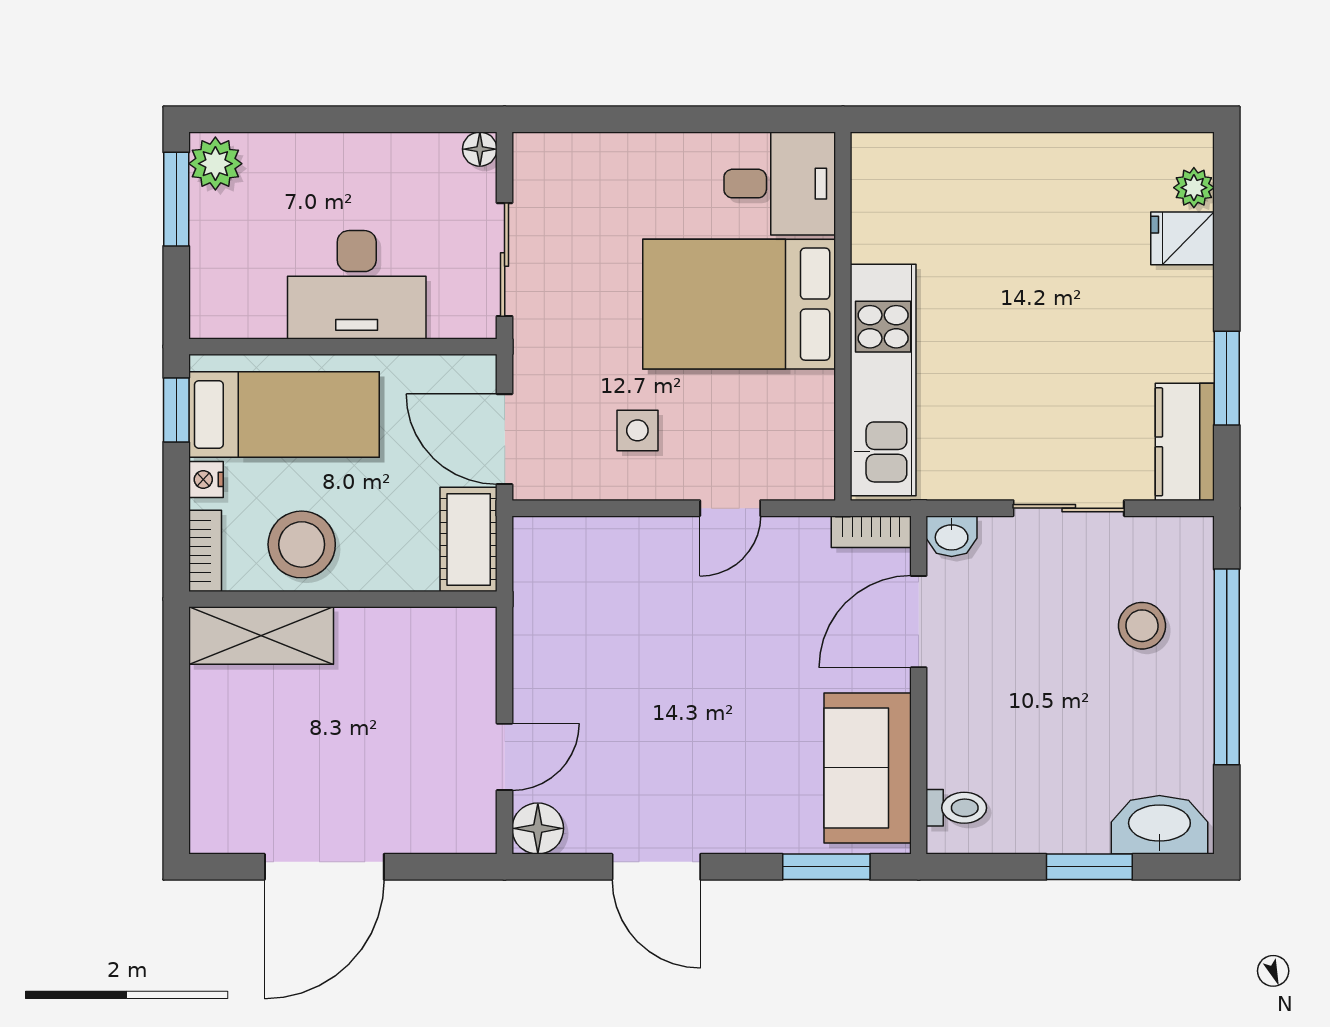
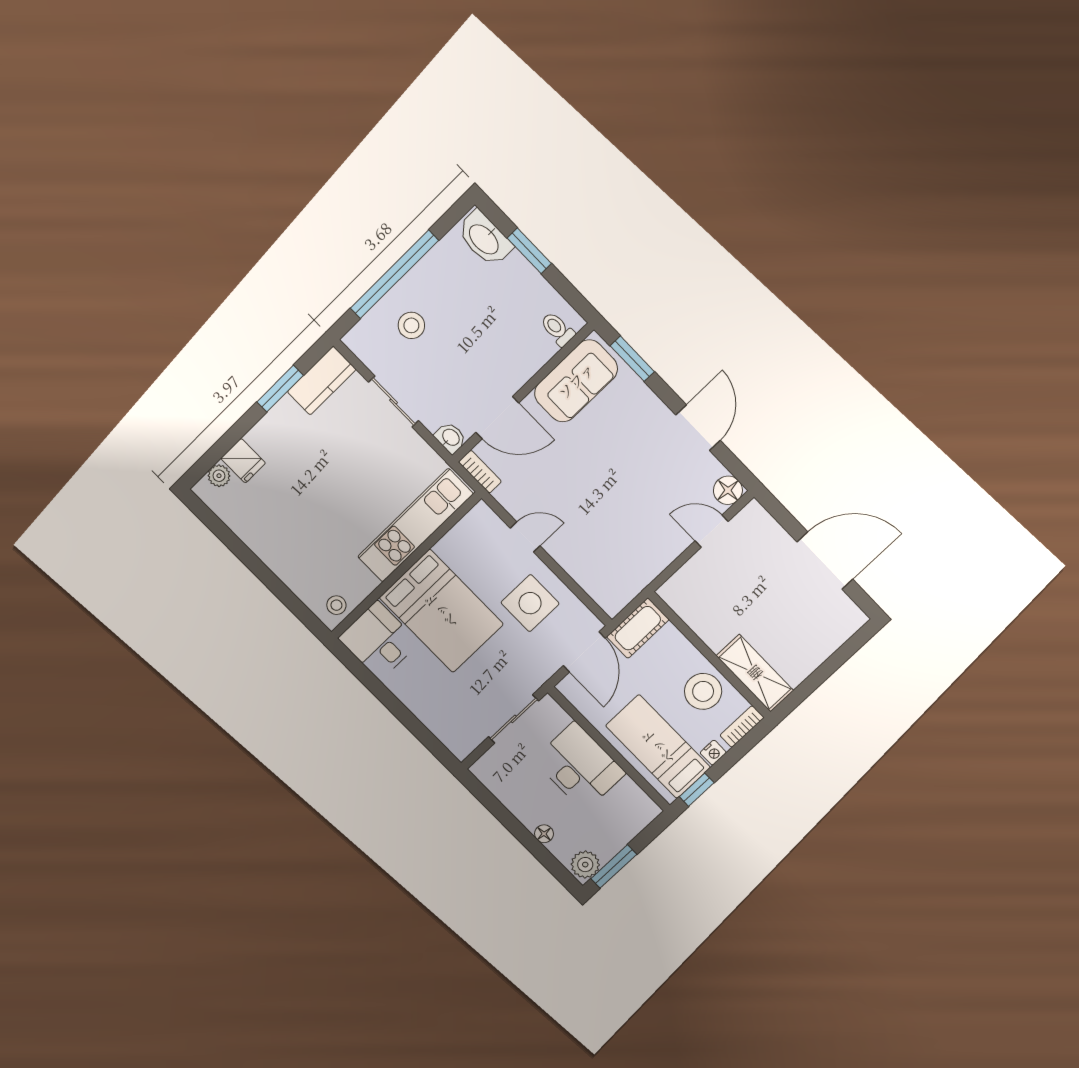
floor lamp: (480, 149) -> (544, 834), moved
stool: (879, 174) -> (336, 605), added
side table: (637, 430) -> (530, 603), width x1.87, depth x1.87

